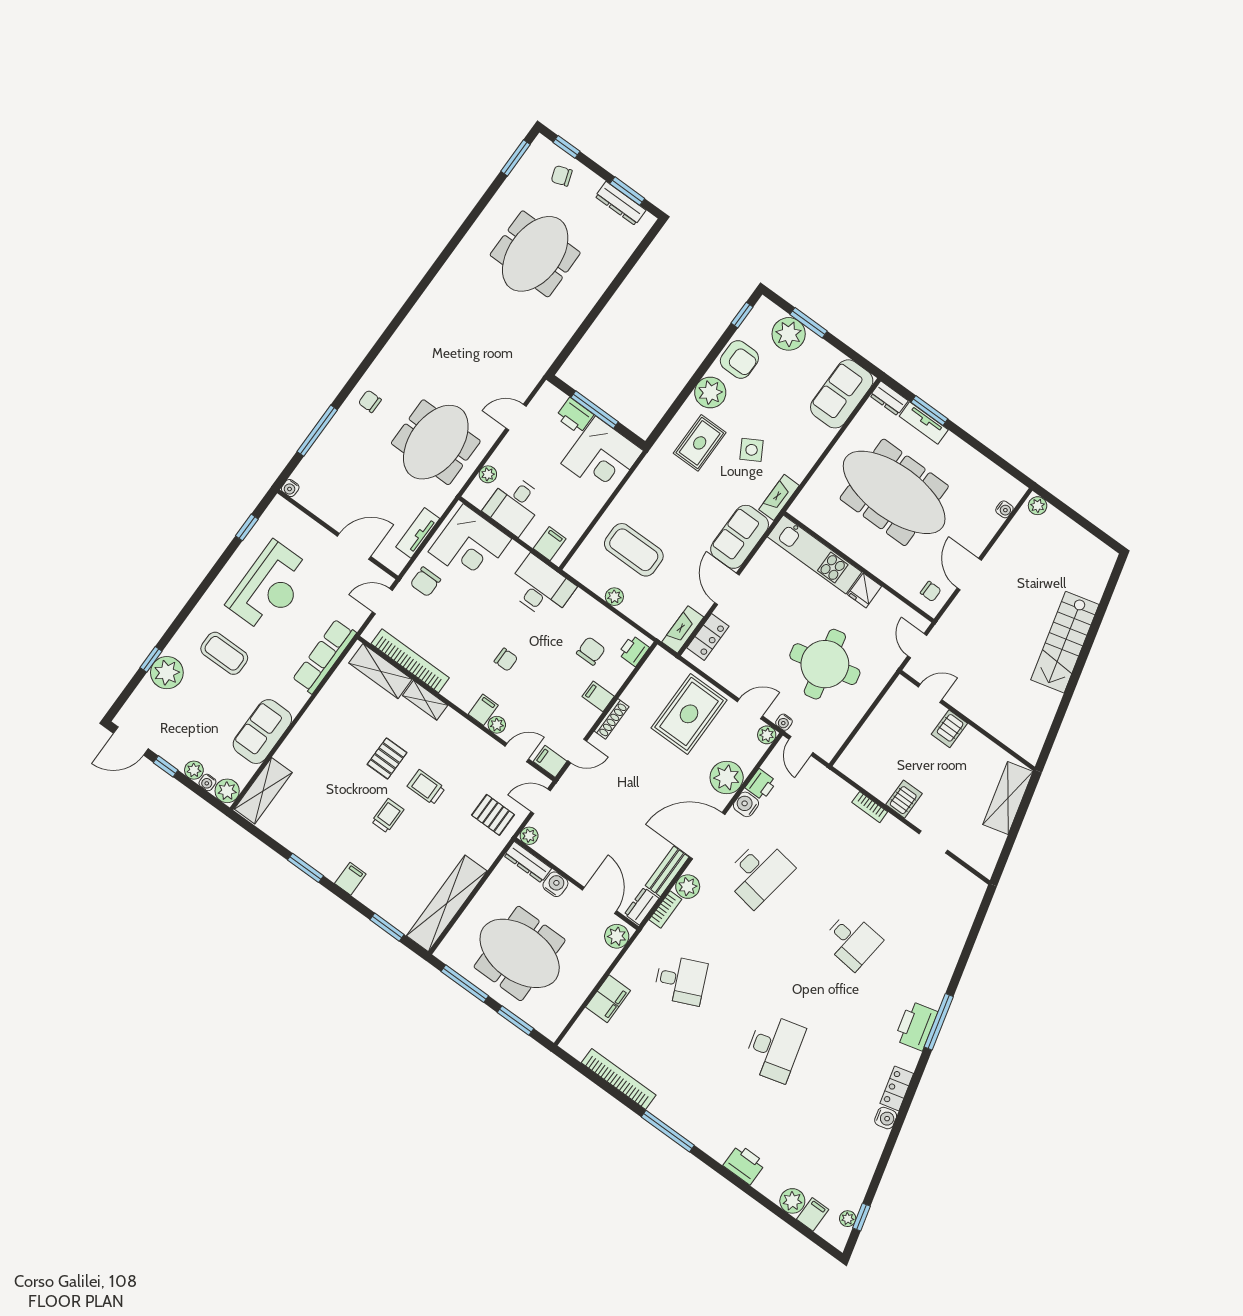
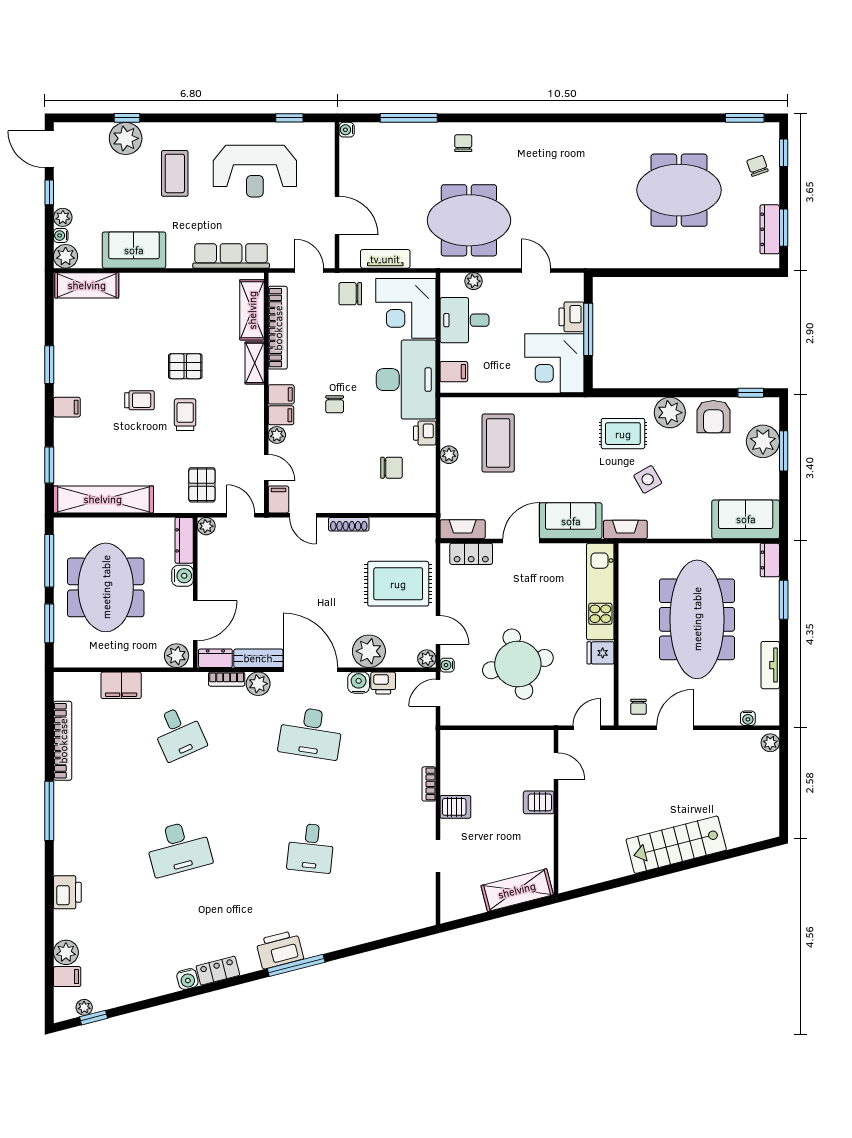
tv unit: (924, 423) -> (770, 665), moved
desk: (541, 588) -> (406, 380), width x1.36, depth x1.30
printer: (634, 651) -> (425, 433), moved, turned -90
filing cabinet: (598, 696) -> (281, 394), moved, turned 90

